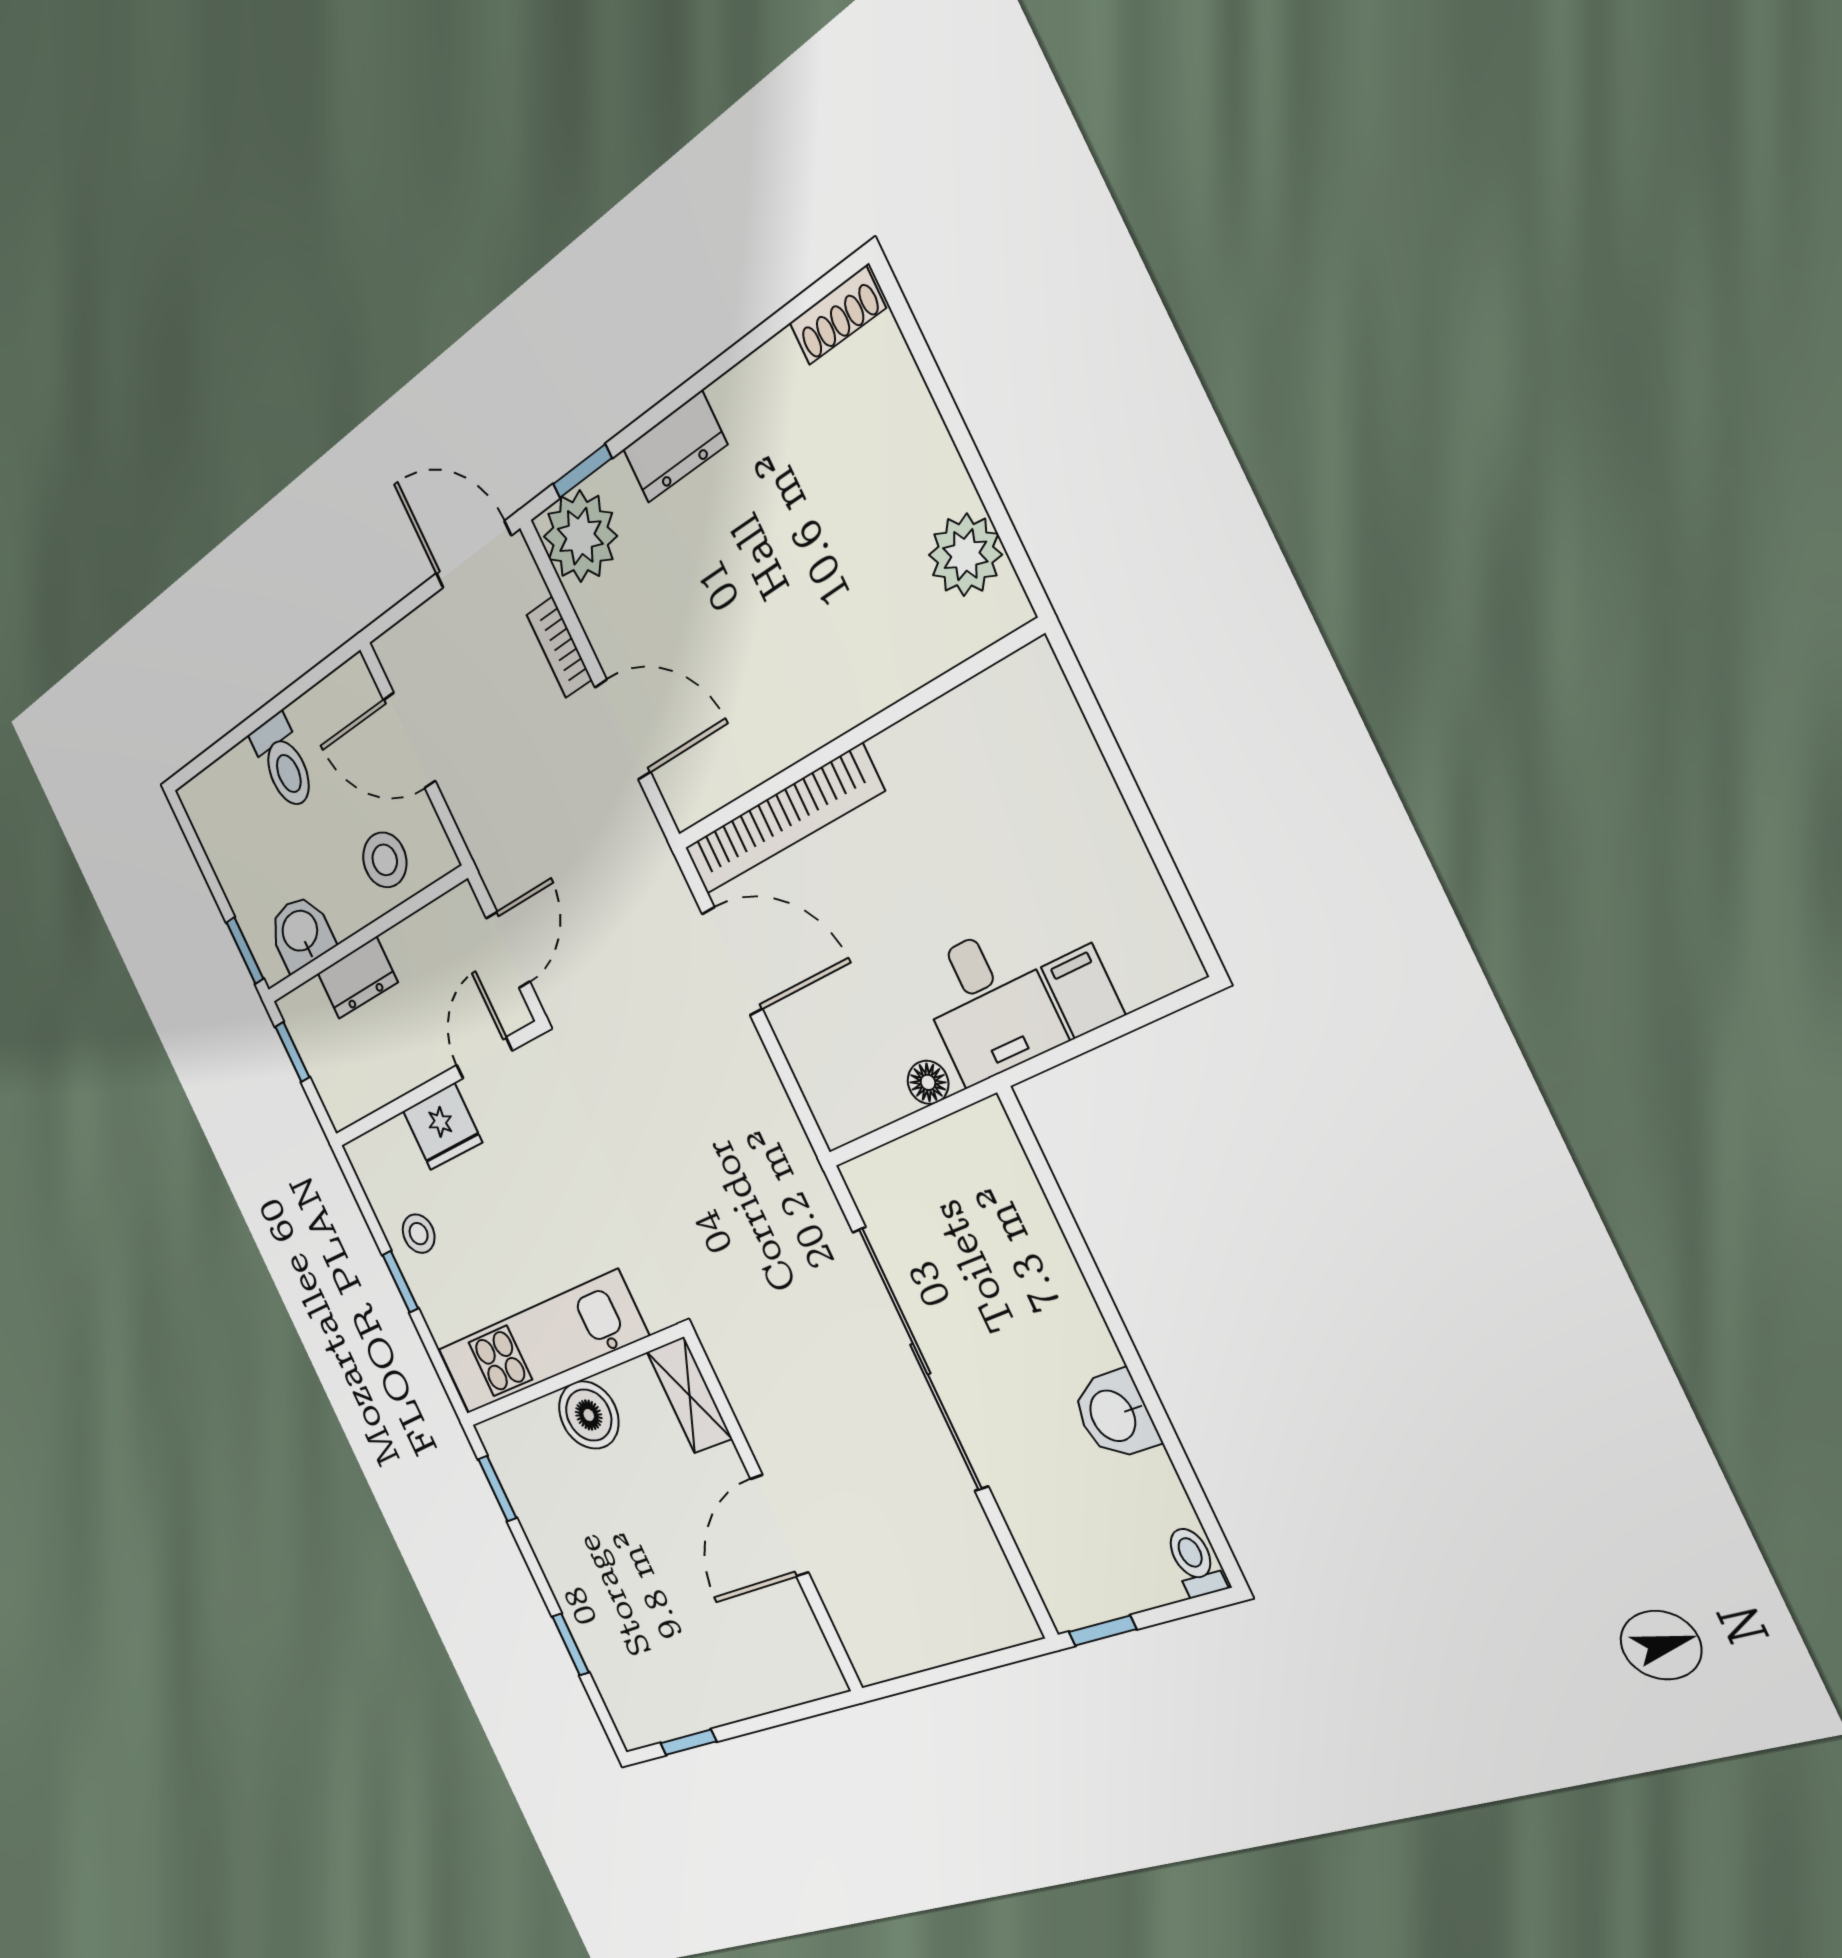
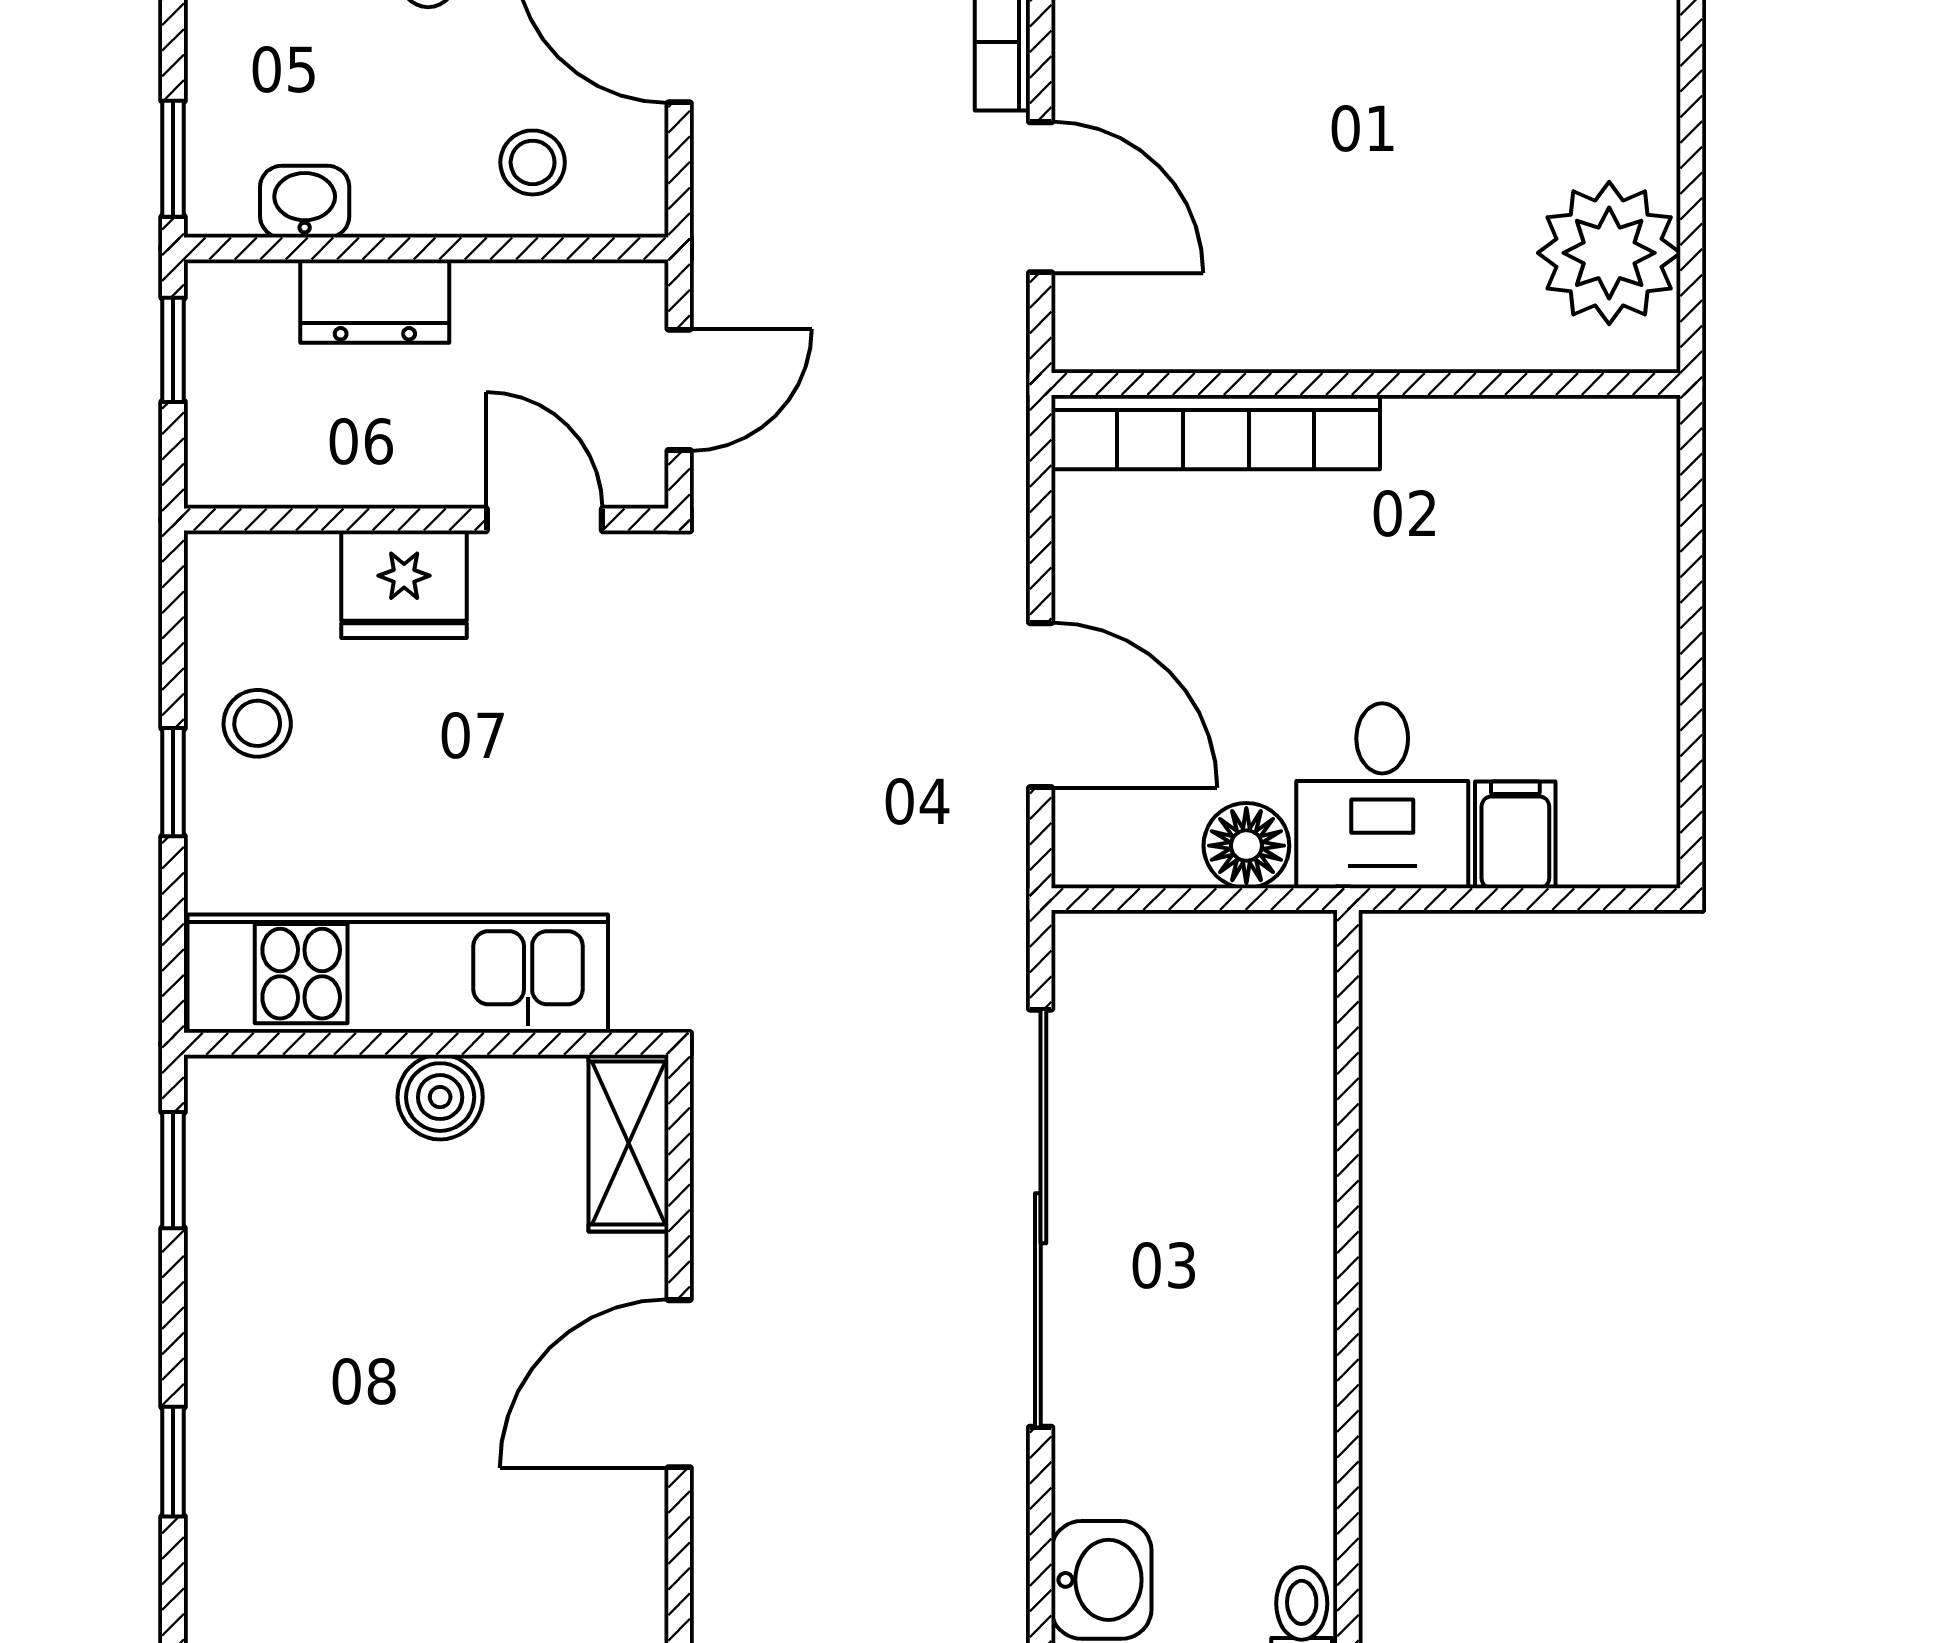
plant: (965, 555) -> (1609, 253), width x1.36, depth x1.36
stool: (385, 860) -> (533, 162), width x0.73, depth x0.73
washbasin: (301, 932) -> (305, 202), width x0.72, depth x0.69
door: (732, 961) -> (1041, 705), moved
door: (484, 1058) -> (544, 520), hinge flipped
floor lamp: (928, 1082) -> (1246, 846), width x1.37, depth x1.37
boiler: (589, 1415) -> (440, 1097), width x0.73, depth x0.73
washbasin: (1115, 1415) -> (1101, 1580), moved, turned 180

